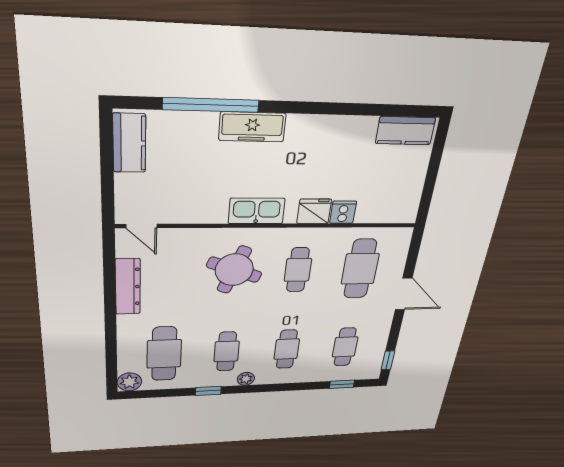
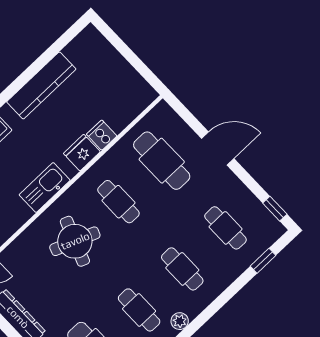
kitchen counter: (405, 131) -> (41, 85), moved, width x1.50

